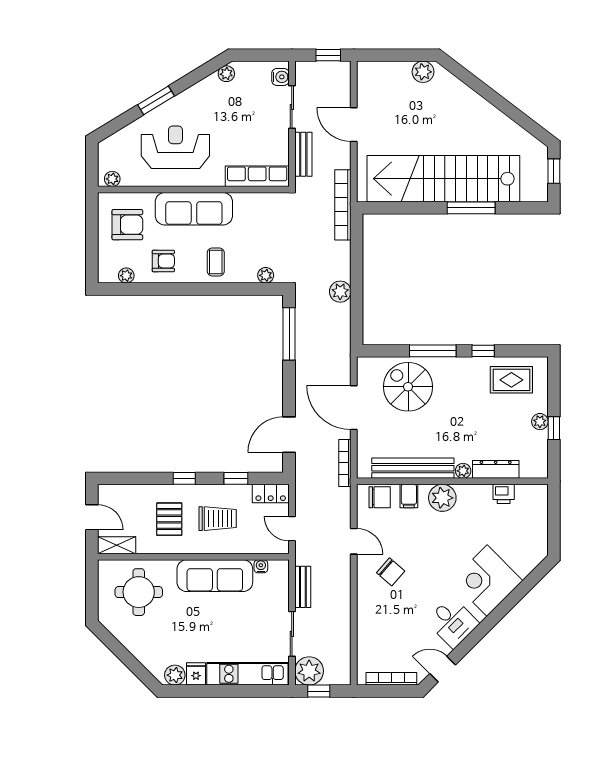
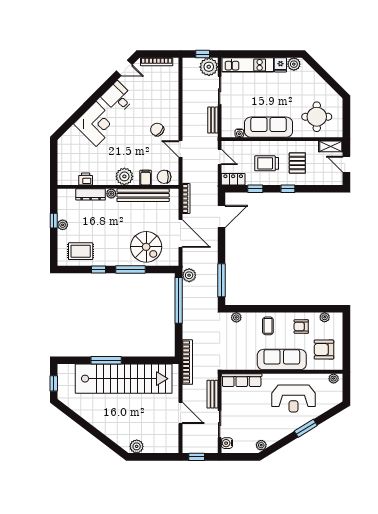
plant: (340, 292) -> (189, 275), moved
window: (357, 302) -> (179, 300), added

